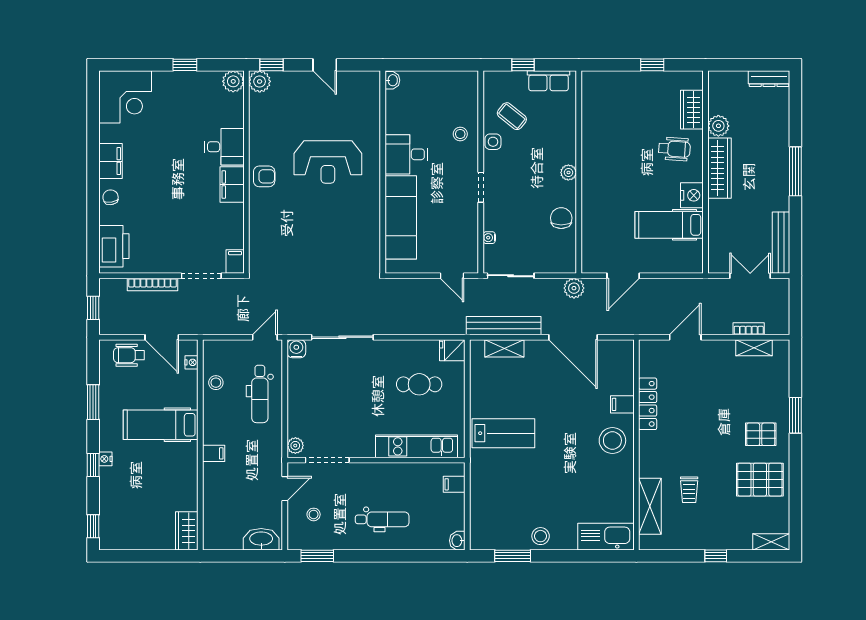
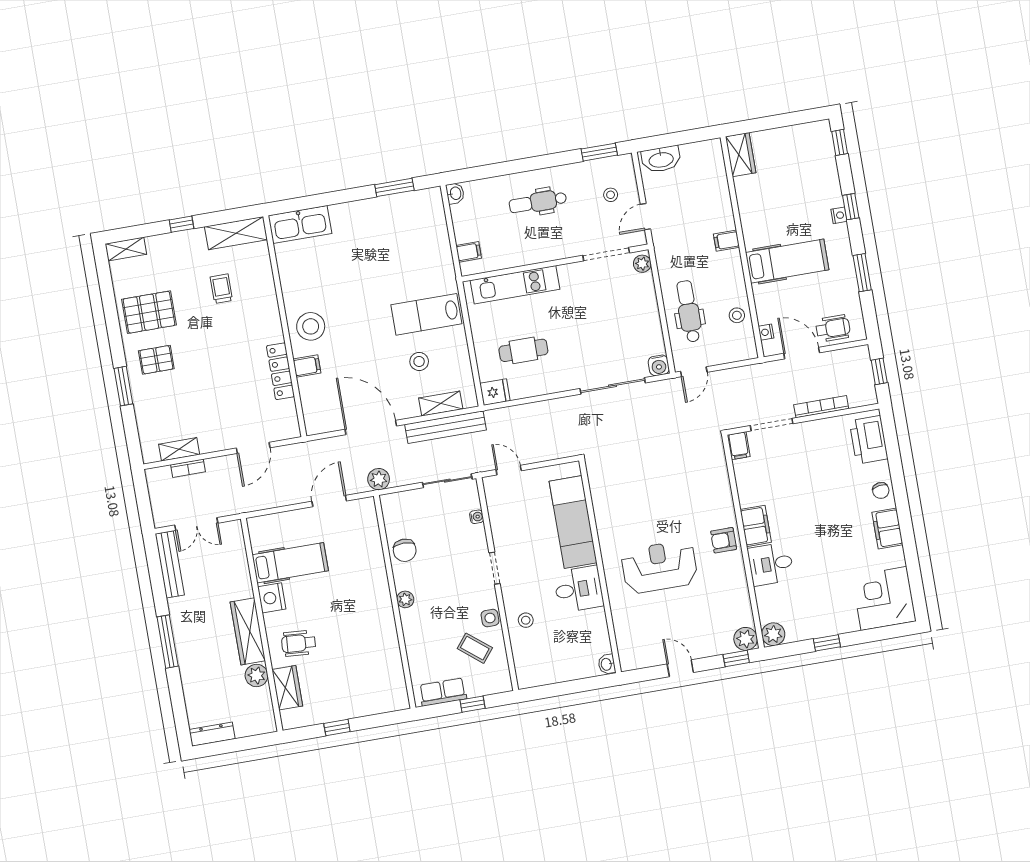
shelving: (650, 506) -> (236, 233), moved, turned 90
stool: (541, 536) -> (419, 361), moved

